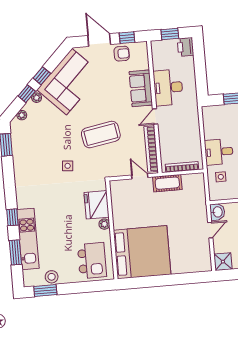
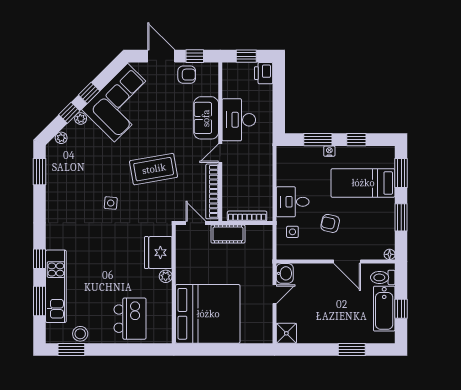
fridge: (97, 205) -> (158, 253), moved
plant: (104, 224) -> (166, 276), moved
wall: (112, 230) -> (174, 284), moved
bed: (142, 252) -> (208, 314), moved

